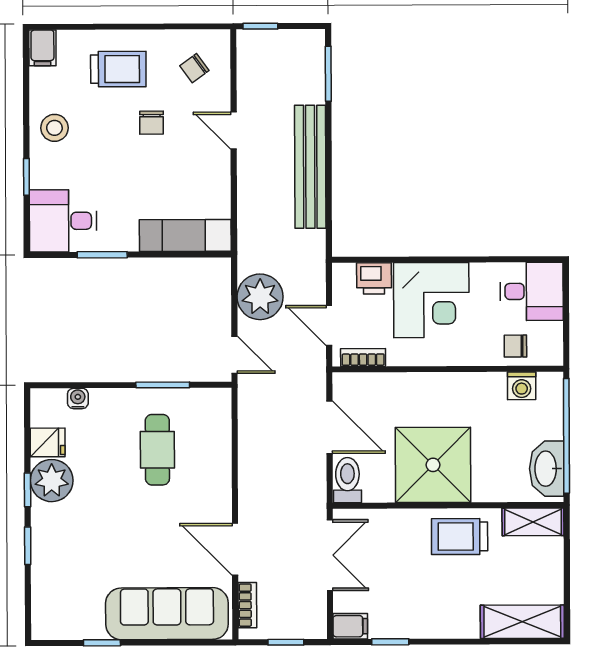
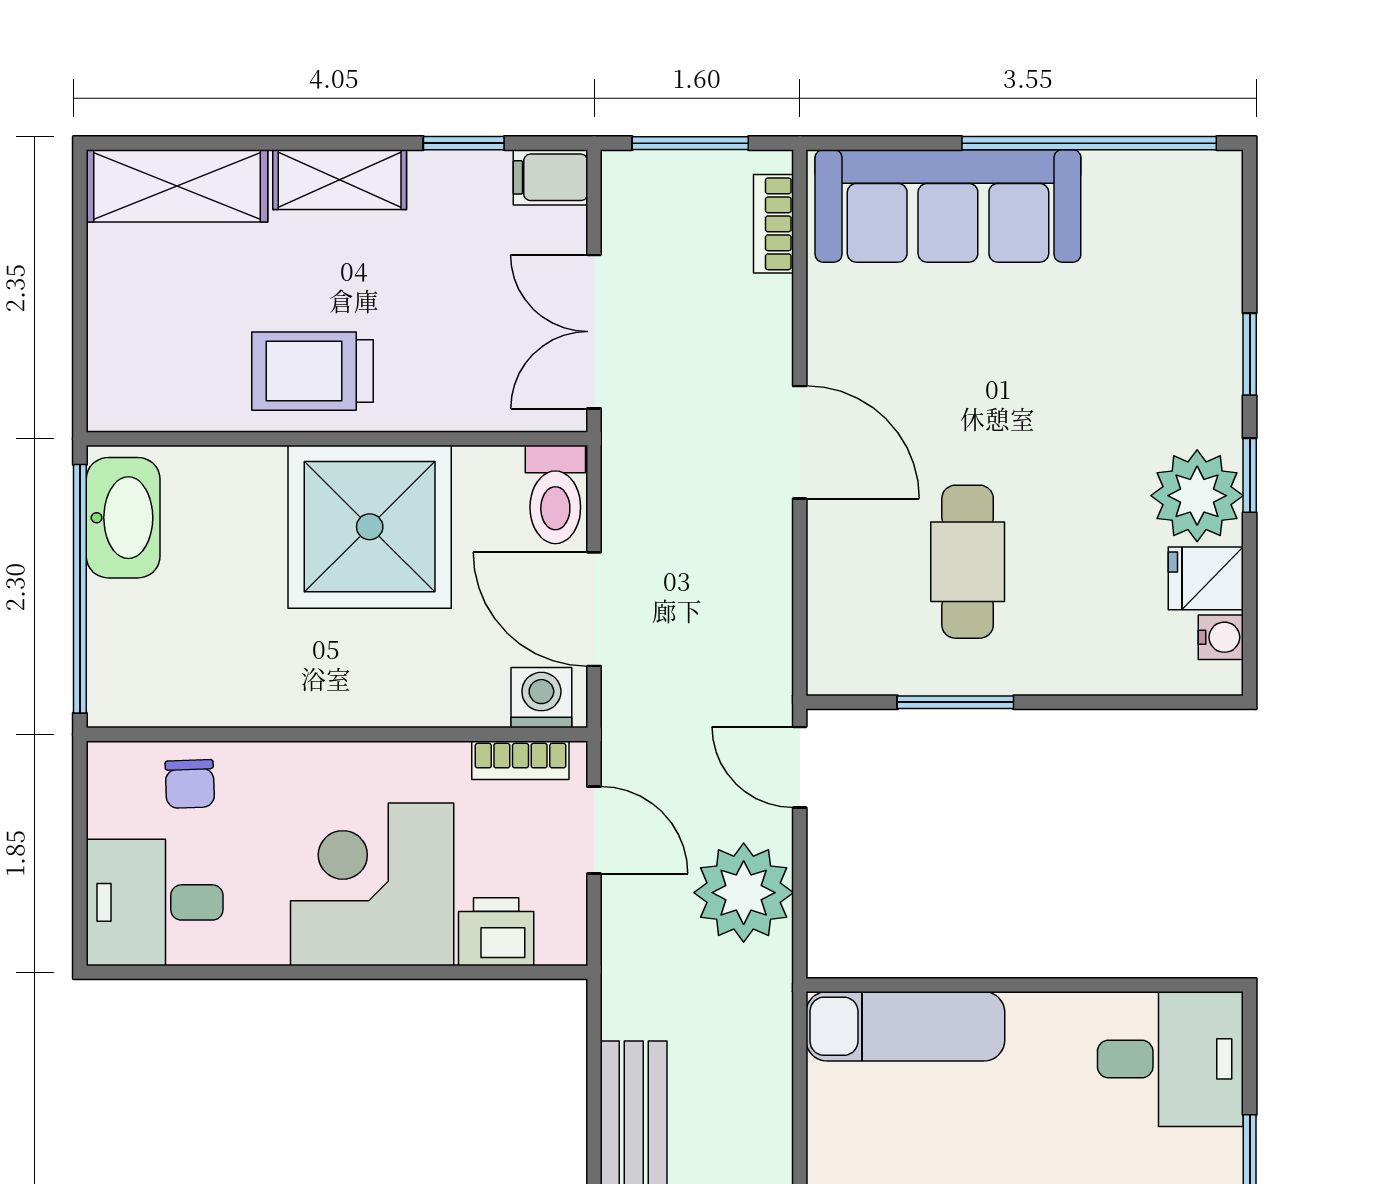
window: (102, 255) -> (1086, 985), removed
chair: (515, 346) -> (190, 784), turned 88
washing machine: (522, 386) -> (541, 698), moved
water cooler: (78, 398) -> (1221, 637), moved, turned -90
shelving: (533, 522) -> (340, 180), moved
trolley: (460, 537) -> (313, 371), turned 180
door: (235, 549) -> (800, 442), moved
window: (286, 642) -> (690, 143), width x1.50
window: (102, 643) -> (1089, 143), width x3.17

